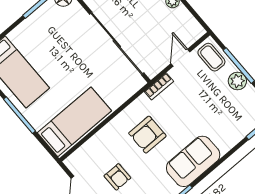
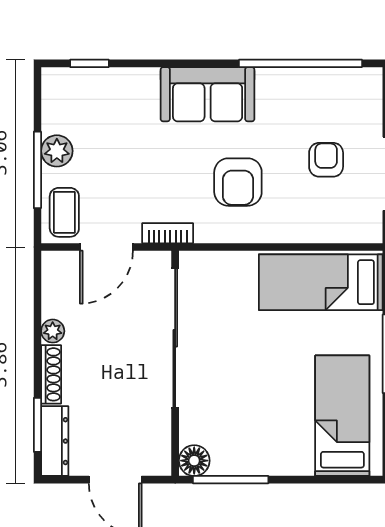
door: (180, 58) -> (106, 247), width x1.38
armchair: (147, 135) -> (238, 182), turned 90

